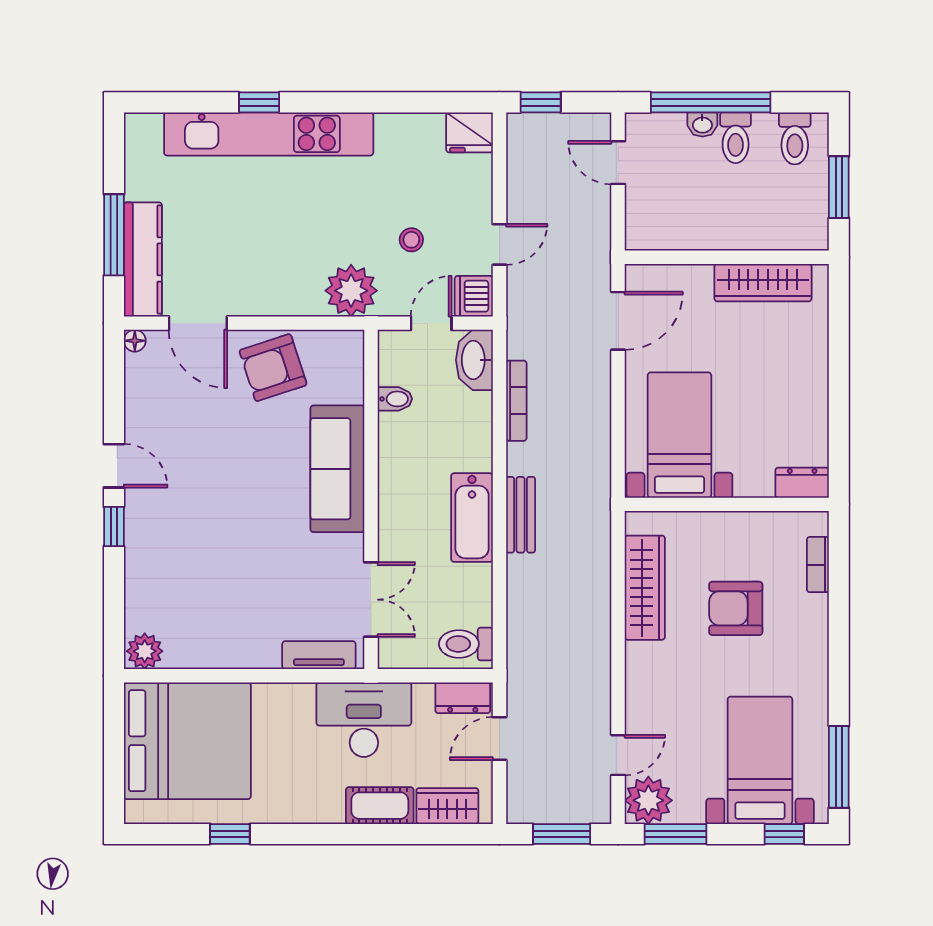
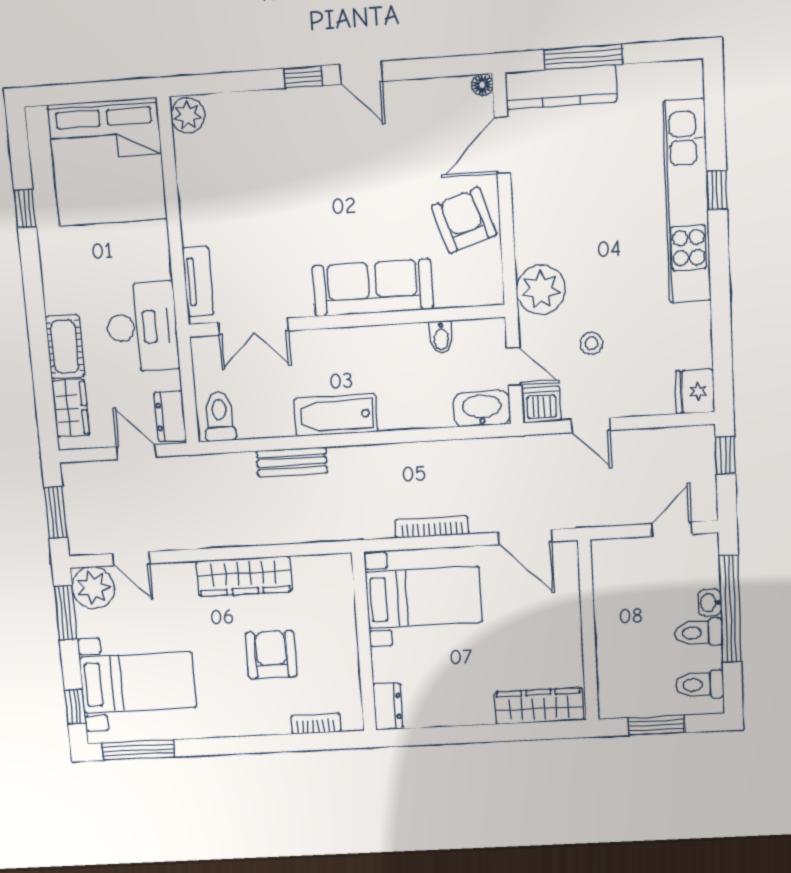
wardrobe: (763, 283) -> (539, 706), moved, turned 90
bookcase: (516, 401) -> (432, 527), moved, turned 180
door: (114, 466) -> (361, 73), hinge flipped
bench: (521, 515) -> (292, 462), moved
wardrobe: (645, 588) -> (244, 576), moved

